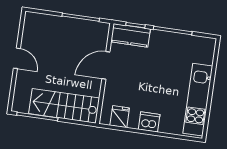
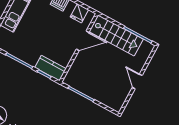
door: (106, 65) -> (83, 41), moved

